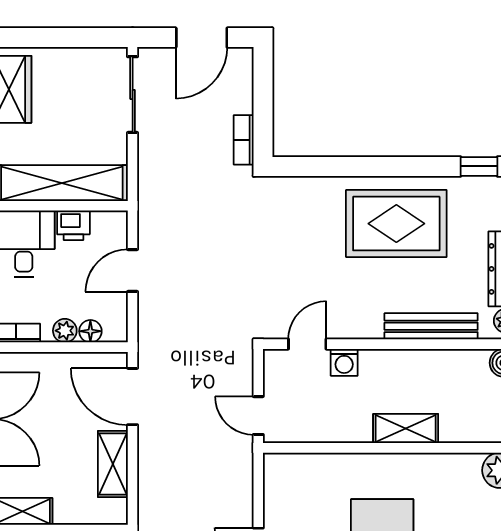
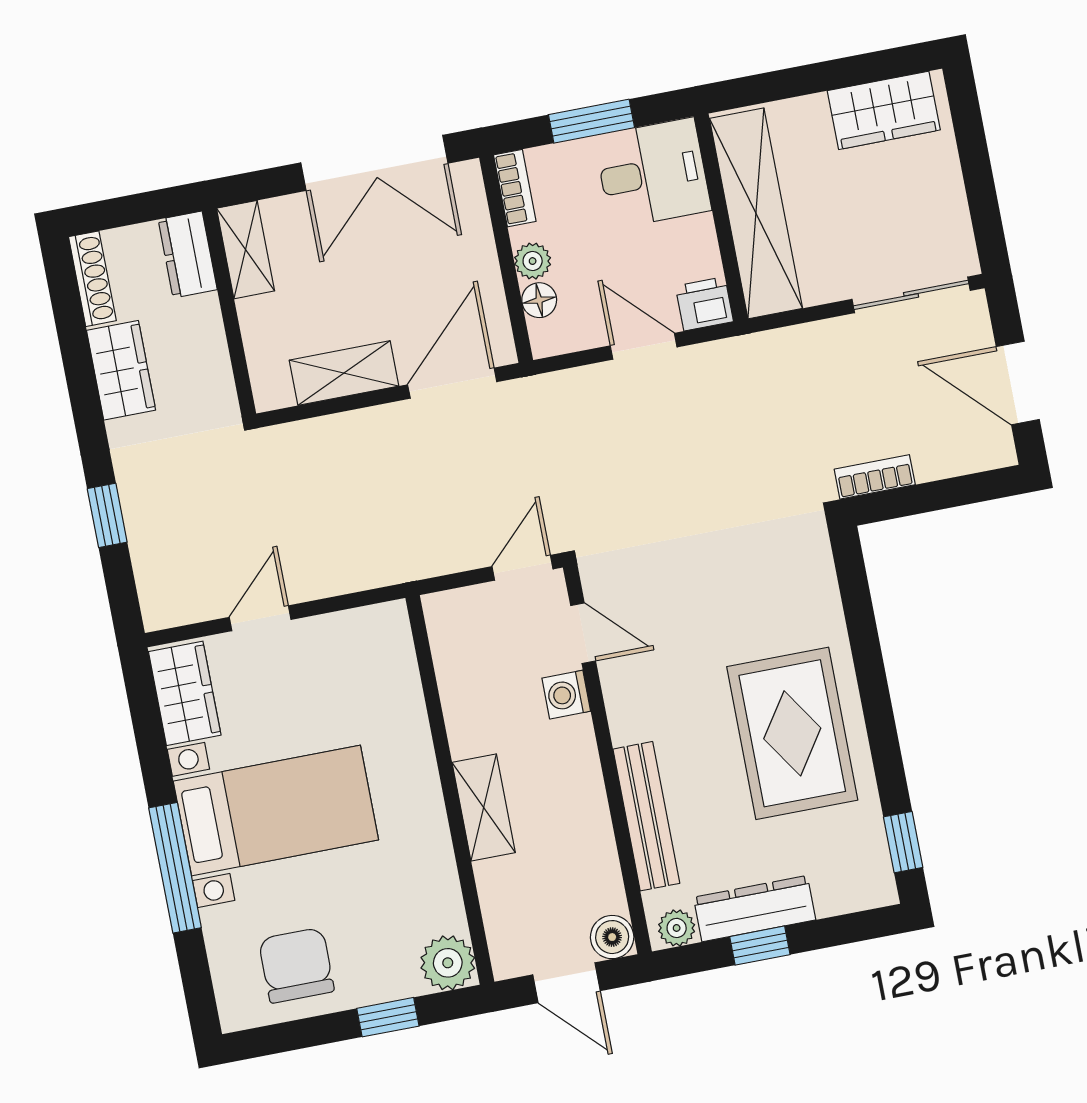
printer: (73, 225) -> (704, 304), moved, turned 90
door: (258, 416) -> (523, 568), moved

